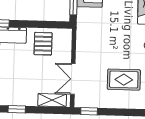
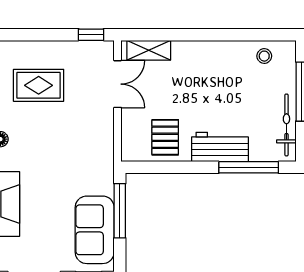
window: (17, 109) -> (203, 35), removed

